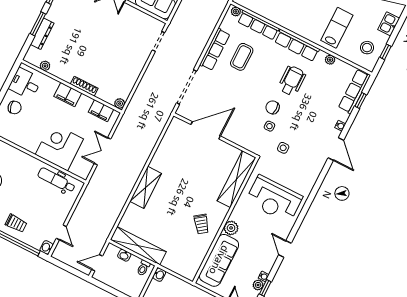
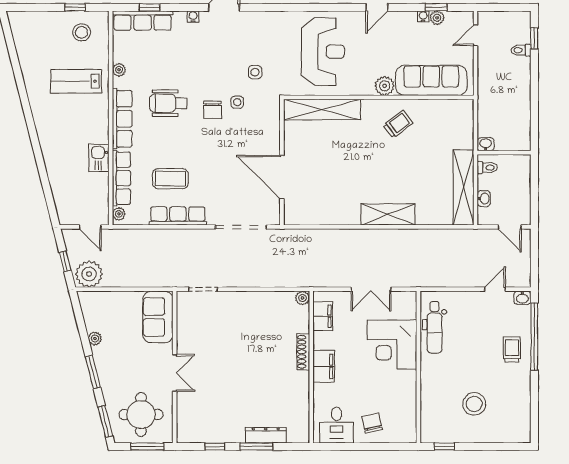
kitchen sink: (389, 24) -> (99, 158), moved, turned 90
plant: (45, 66) -> (303, 412), removed

